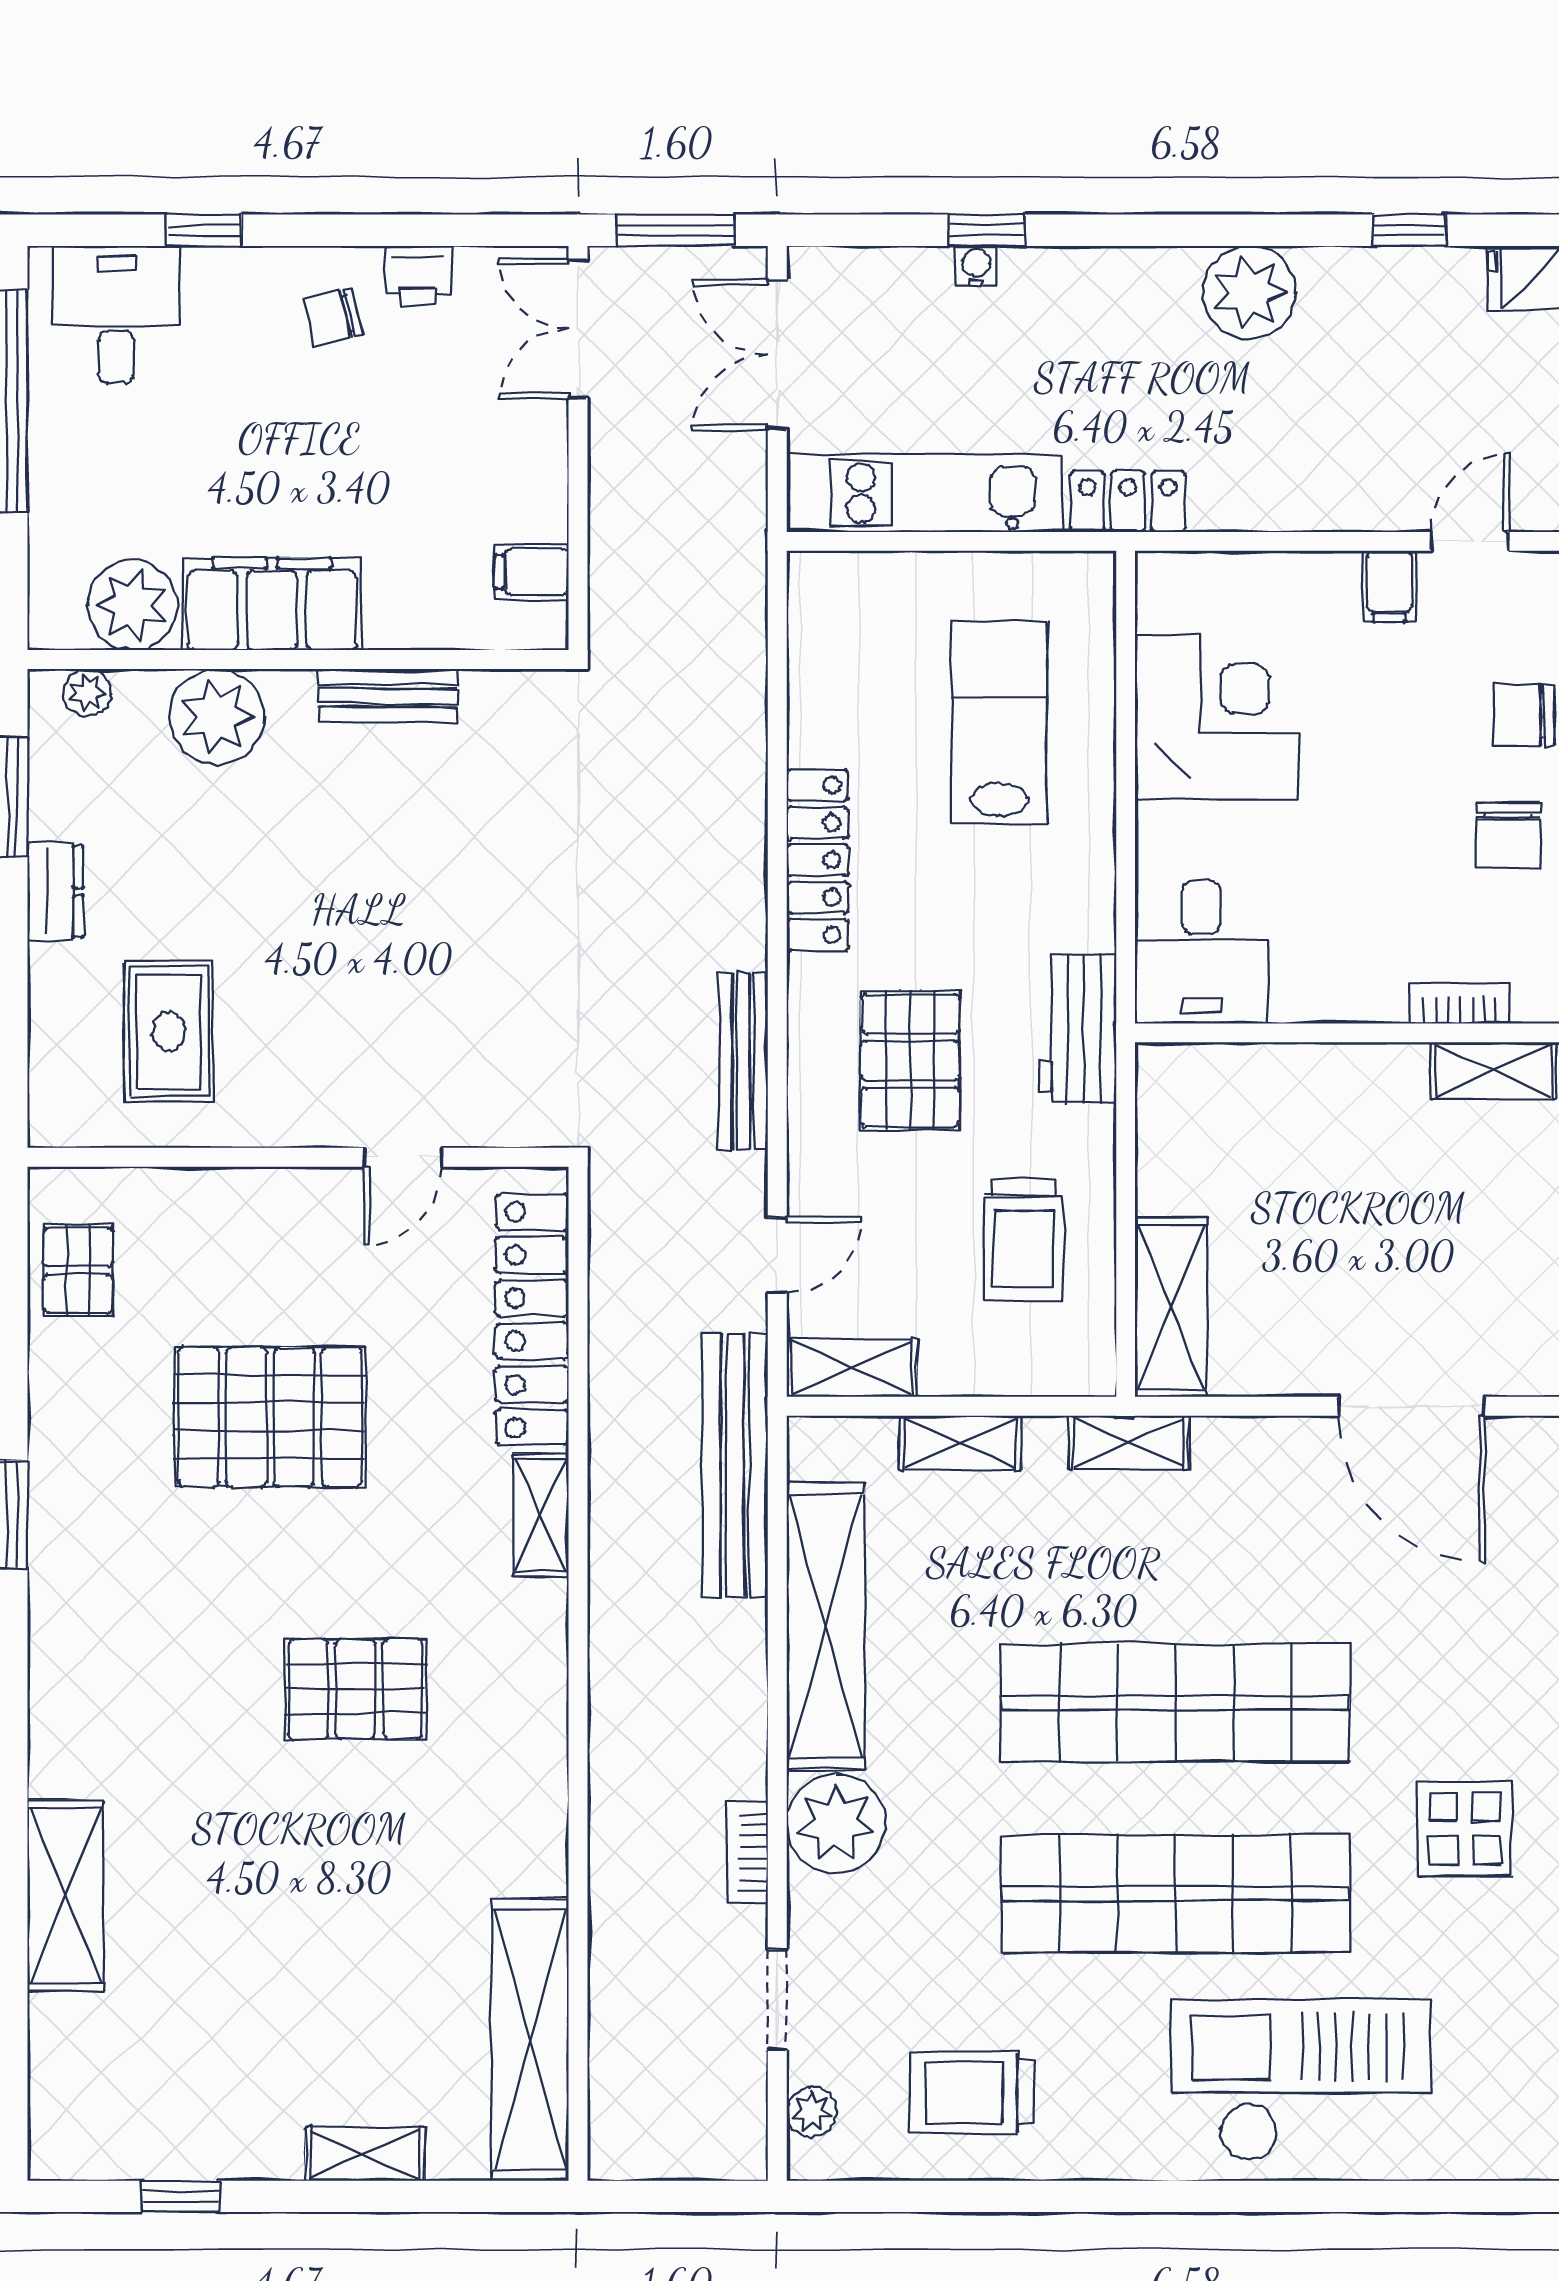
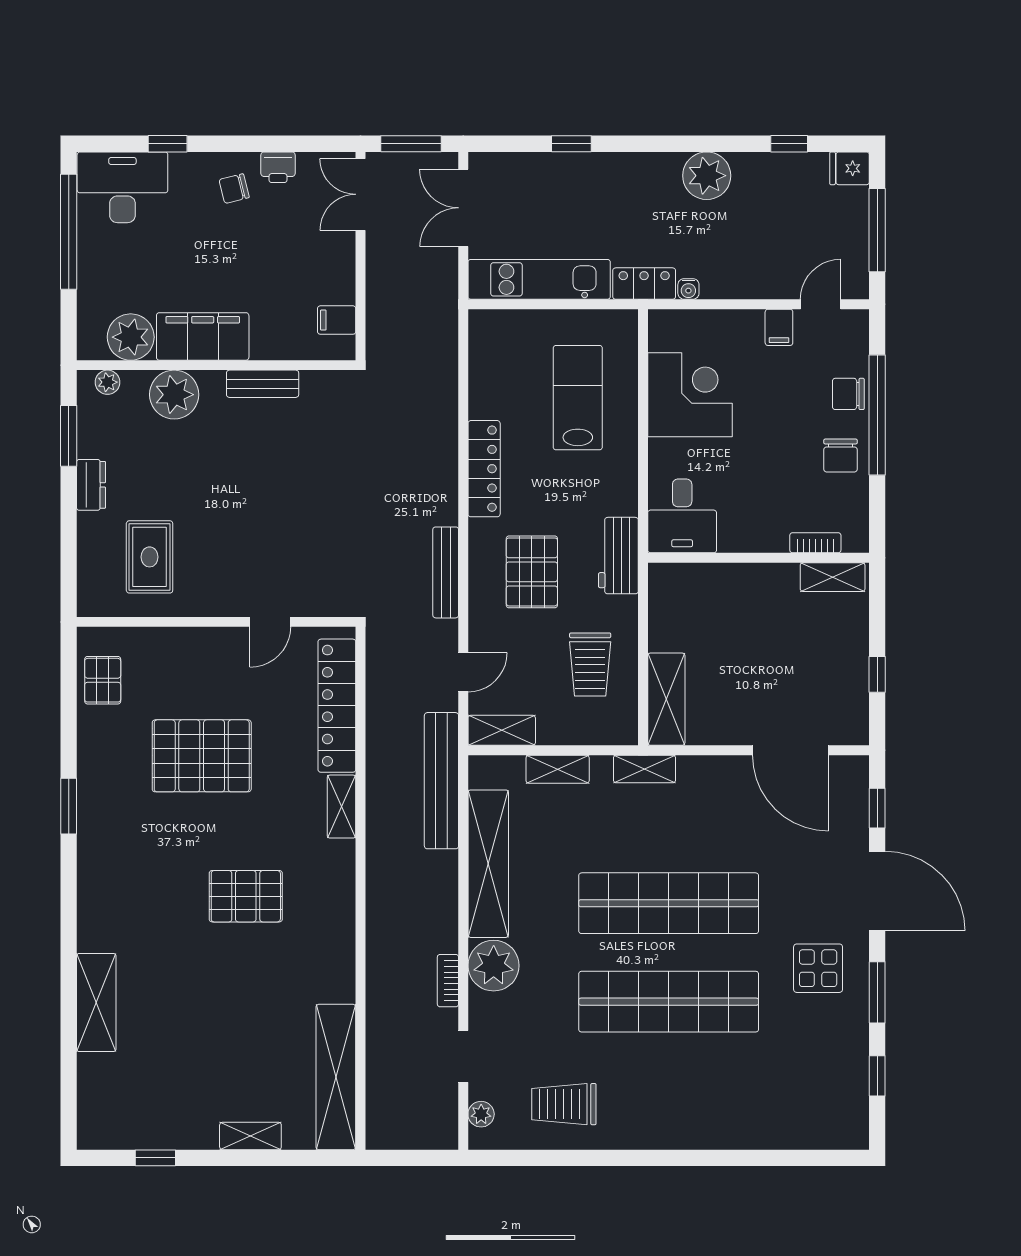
water cooler: (976, 266) -> (688, 289), moved, turned 180
desk: (116, 315) -> (122, 187), width x1.37
checkout: (1301, 2080) -> (733, 1098), removed

